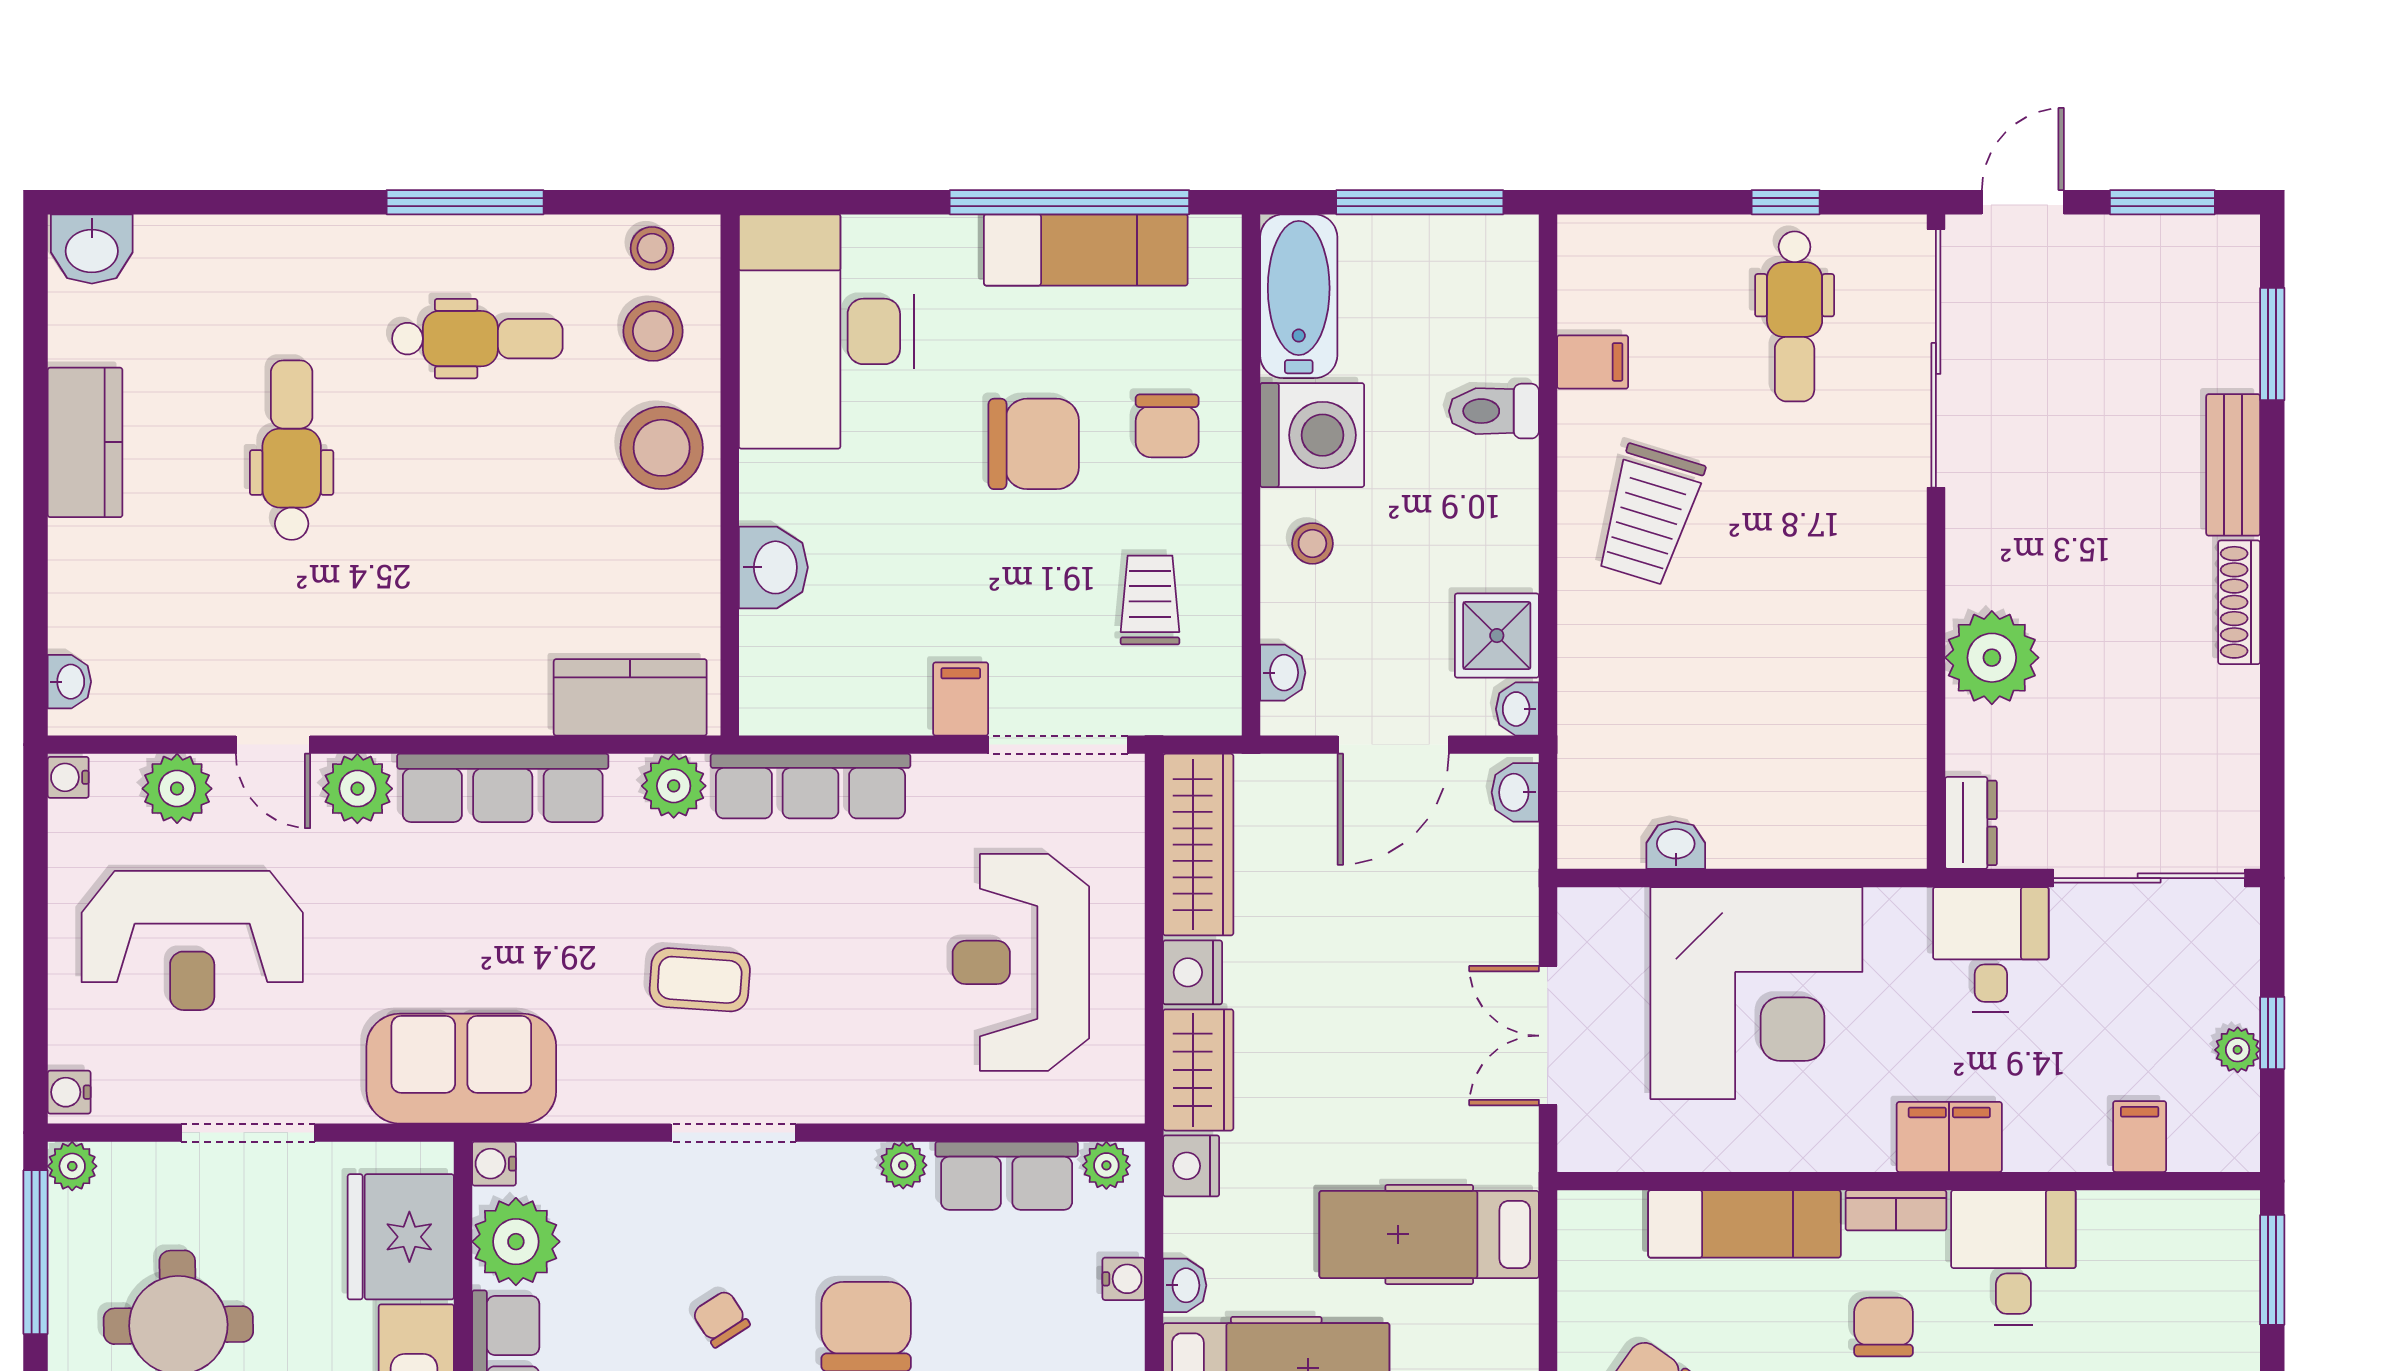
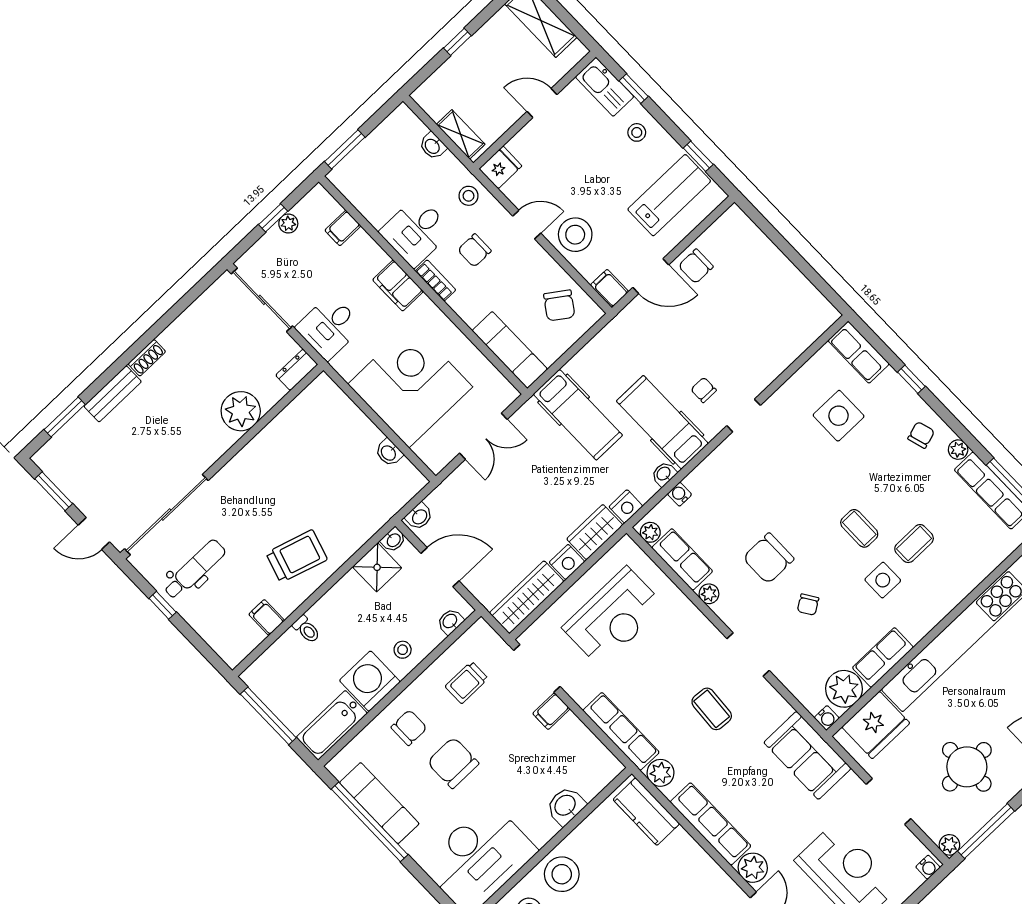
toilet: (1494, 411) -> (306, 629), width x0.73, depth x0.72
shoe rack: (2239, 602) -> (147, 358), width x0.70
exam couch: (1745, 1224) -> (510, 350), moved

